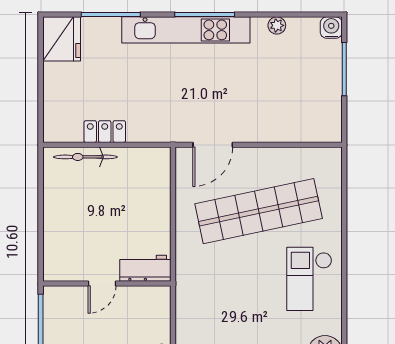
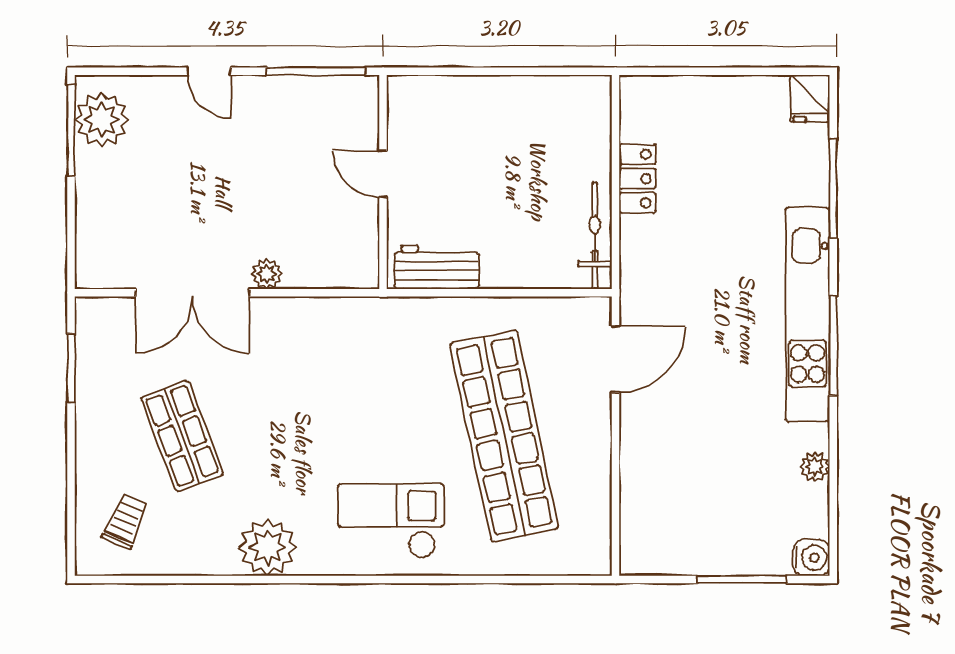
fridge: (62, 39) -> (810, 98), width x0.53, depth x0.75
door: (213, 145) -> (615, 359), swing flipped
bicycle: (85, 157) -> (595, 236), moved
workbench: (145, 268) -> (437, 267), moved, turned -90

